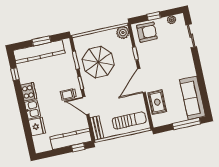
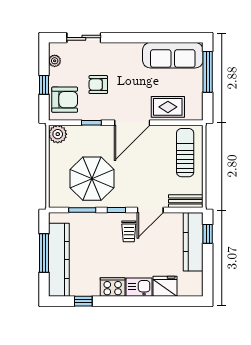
armchair: (147, 32) -> (65, 100), turned 90
window: (41, 41) -> (44, 253), width x1.44
armchair: (162, 52) -> (98, 85), added
door: (141, 81) -> (132, 123), hinge flipped

